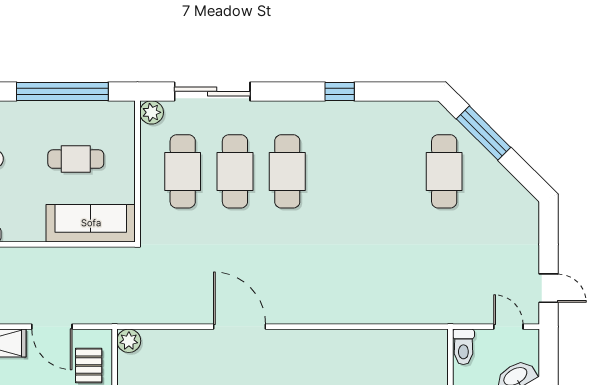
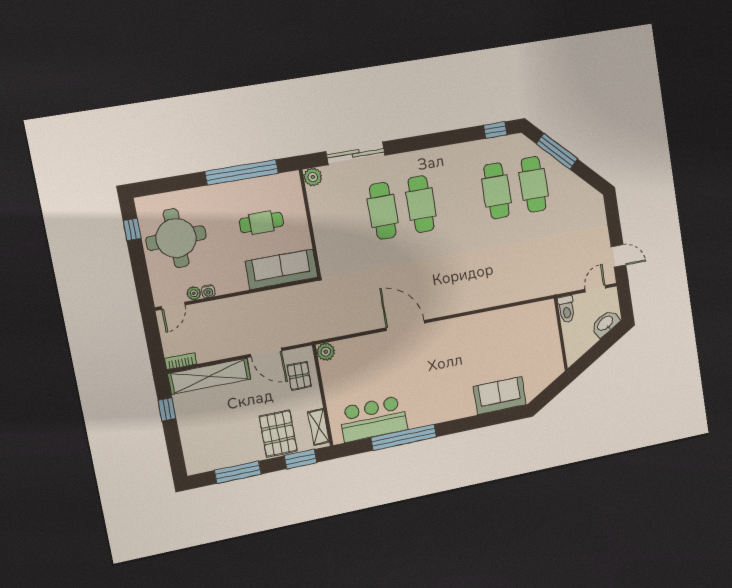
window: (340, 91) -> (495, 130), moved
cafe table: (183, 171) -> (497, 191), moved
door: (508, 327) -> (595, 289), hinge flipped

